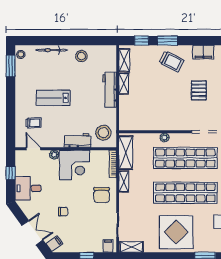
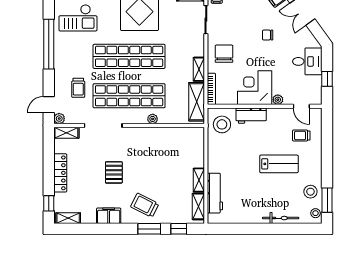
stool: (81, 56) -> (310, 192), moved
workbench: (110, 90) -> (215, 193), moved

